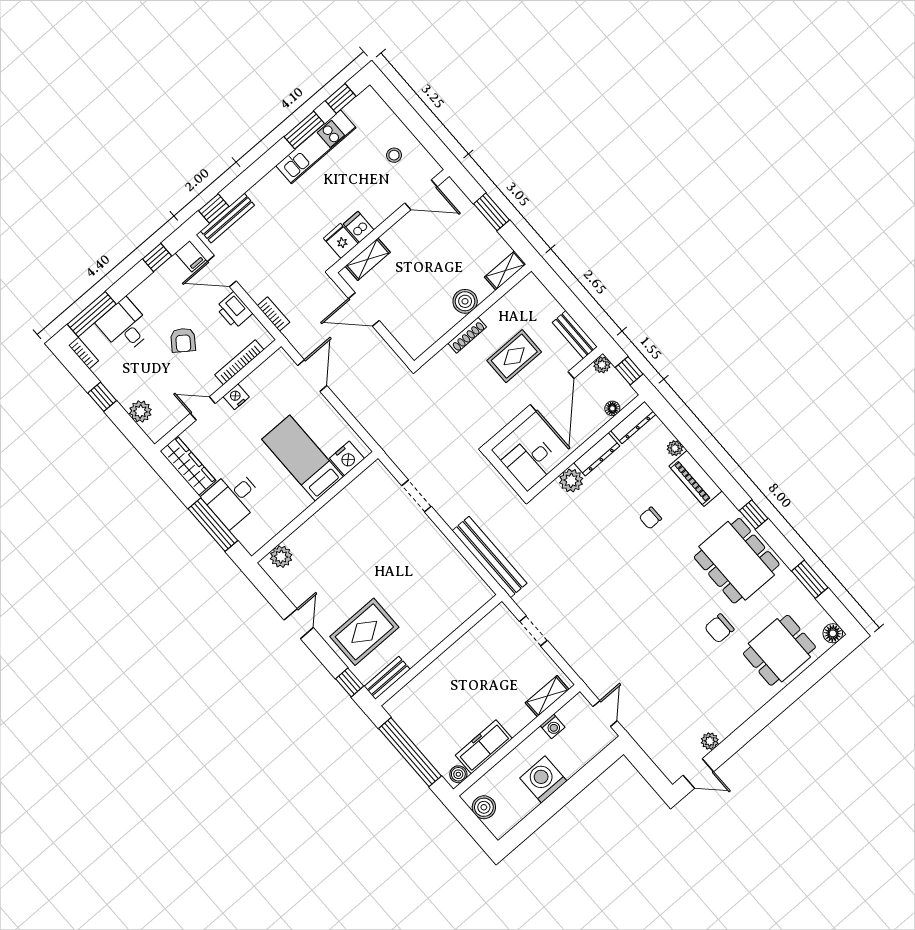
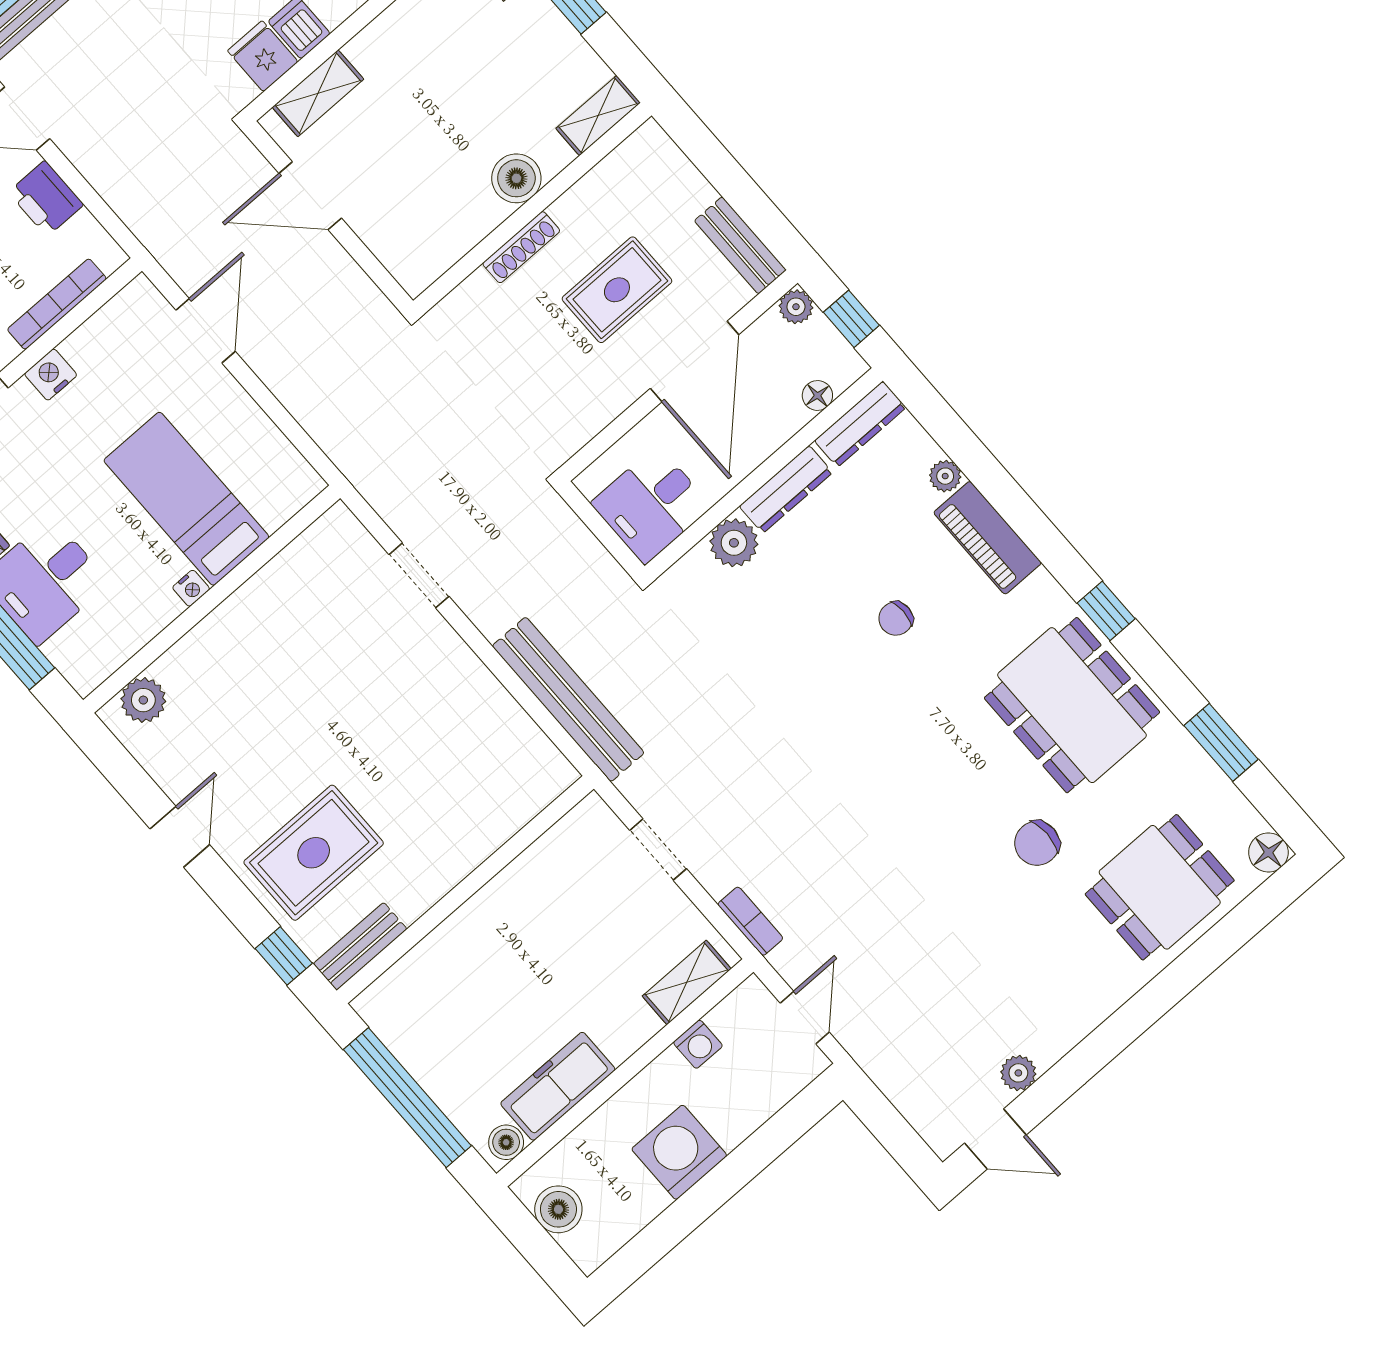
bookcase: (273, 314) -> (750, 921), moved
nightstand: (347, 458) -> (191, 588), moved, width x0.53, depth x0.56

